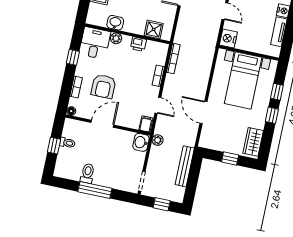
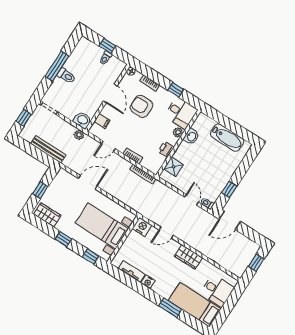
window: (277, 92) -> (91, 256), moved
filing cabinet: (146, 124) -> (102, 121), moved
toilet: (87, 173) -> (66, 76), moved

